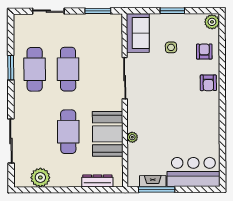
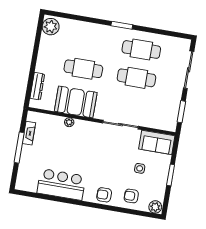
sliding door: (48, 11) -> (189, 70), width x1.37
armchair: (204, 52) -> (131, 196), turned 180
window: (11, 68) -> (122, 25), moved
sliding door: (11, 141) -> (84, 19), removed
bar counter: (193, 172) -> (61, 184), moved, turned -90
plant: (40, 178) -> (51, 27), moved
window: (157, 189) -> (19, 148), moved

